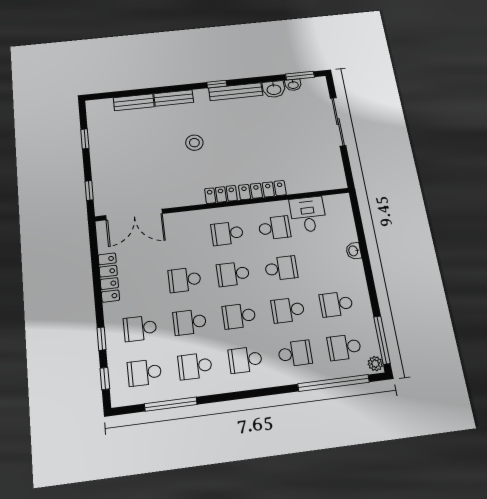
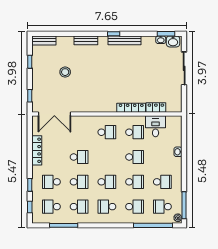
washbasin: (274, 89) -> (173, 41), moved
bench: (134, 102) -> (44, 40), moved
stool: (194, 143) -> (65, 72), moved
locker: (221, 194) -> (156, 108), moved
school desk: (227, 233) -> (107, 132), turned 180
school desk: (233, 274) -> (107, 157), removed
school desk: (185, 280) -> (79, 157), turned 180
school desk: (336, 304) -> (162, 182), turned 180
school desk: (288, 310) -> (135, 182), turned 180
school desk: (239, 316) -> (107, 182), turned 180
school desk: (190, 322) -> (79, 182), turned 180
school desk: (195, 366) -> (79, 207), turned 180

